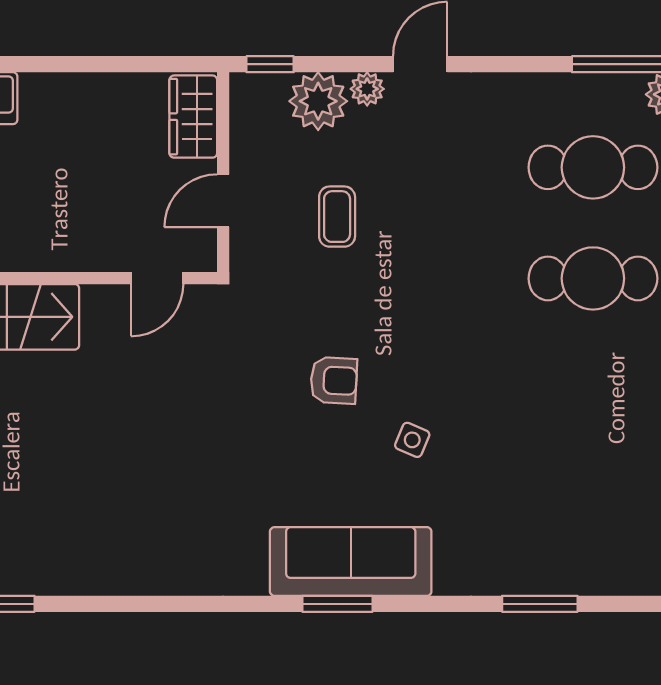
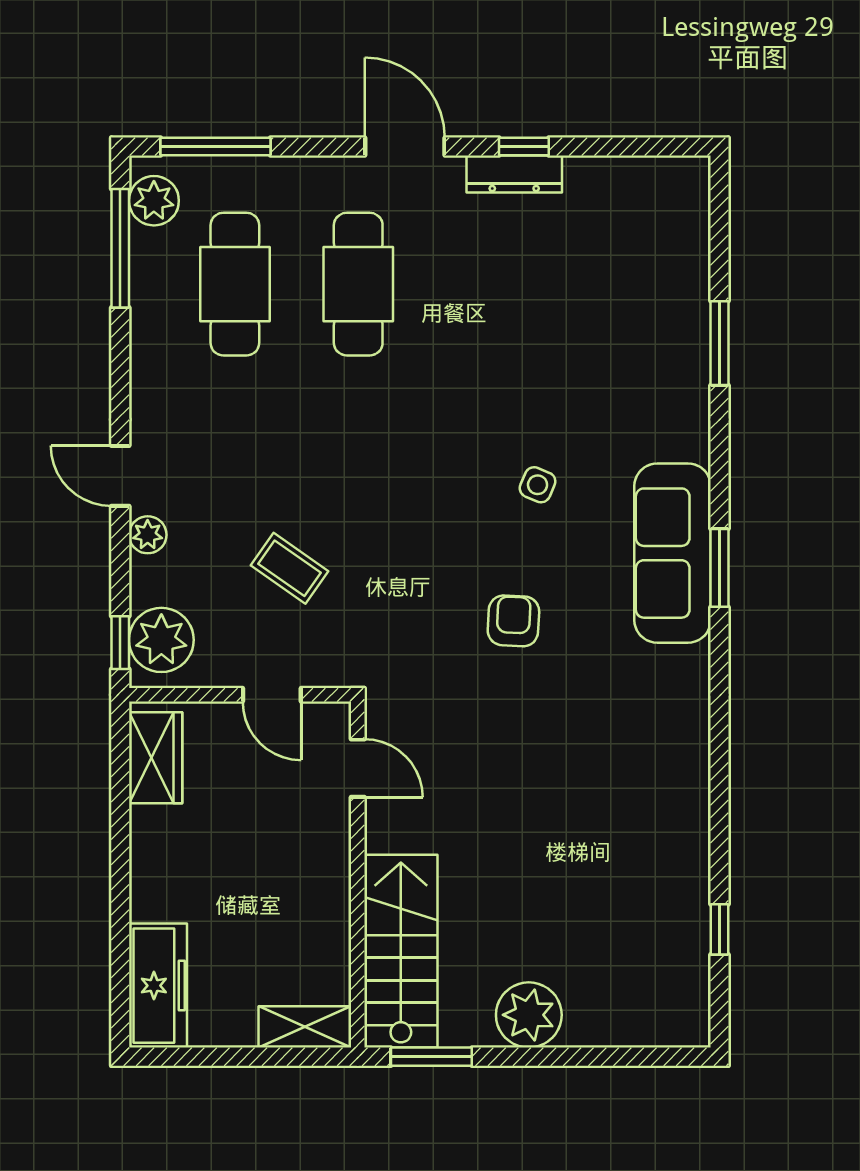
plant: (318, 101) -> (161, 640), moved
wardrobe: (193, 117) -> (156, 758), moved, turned -90
coffee table: (337, 217) -> (289, 568), turned 35
armchair: (334, 380) -> (513, 621), moved

